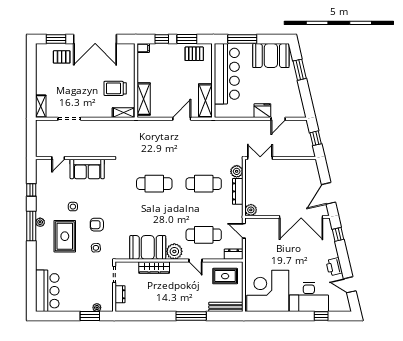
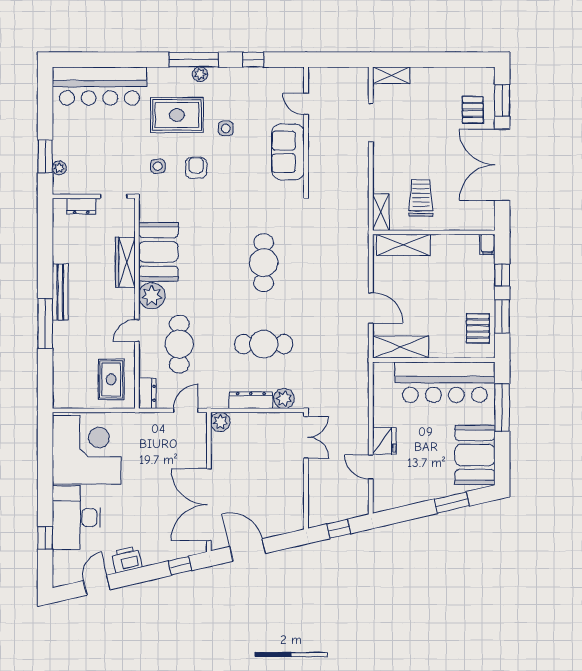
cafe table: (204, 184) -> (264, 344), turned 90
bar counter: (47, 291) -> (99, 86), width x1.36
bench: (226, 307) -> (60, 292), moved

